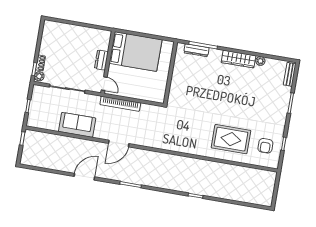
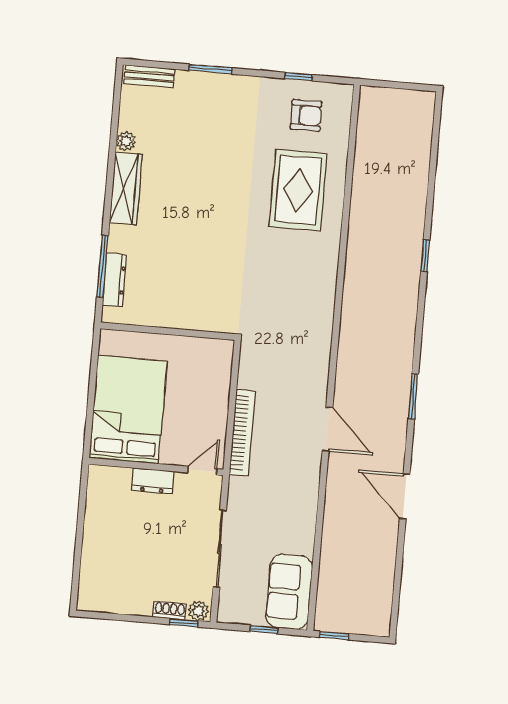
sofa: (77, 125) -> (289, 592), moved

